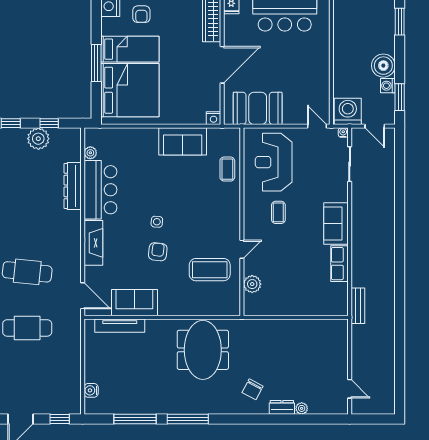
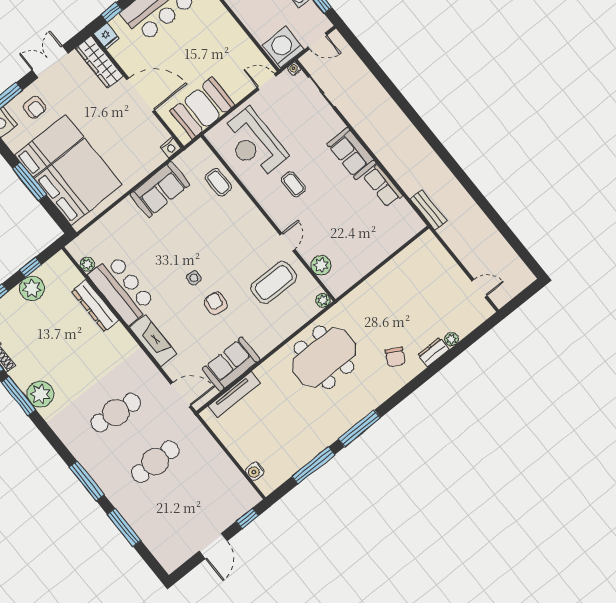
door: (222, 65) -> (141, 95), hinge flipped
plant: (234, 310) -> (323, 300), added
meeting table: (203, 350) -> (324, 357), turned 90

